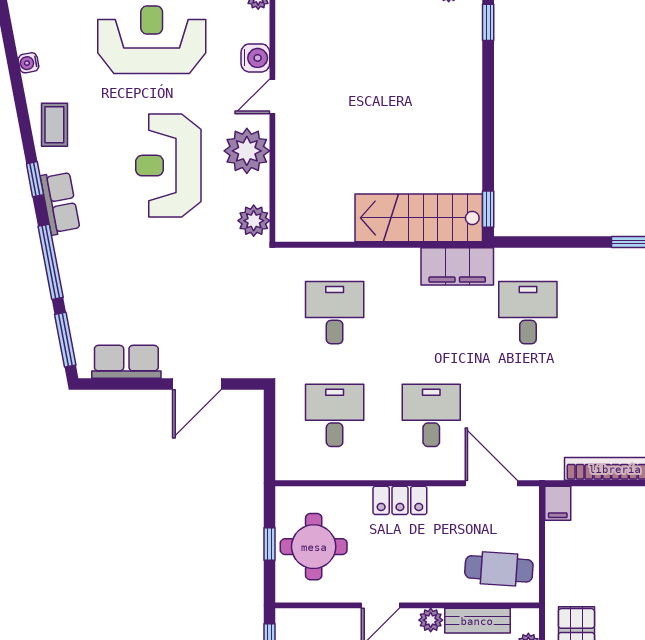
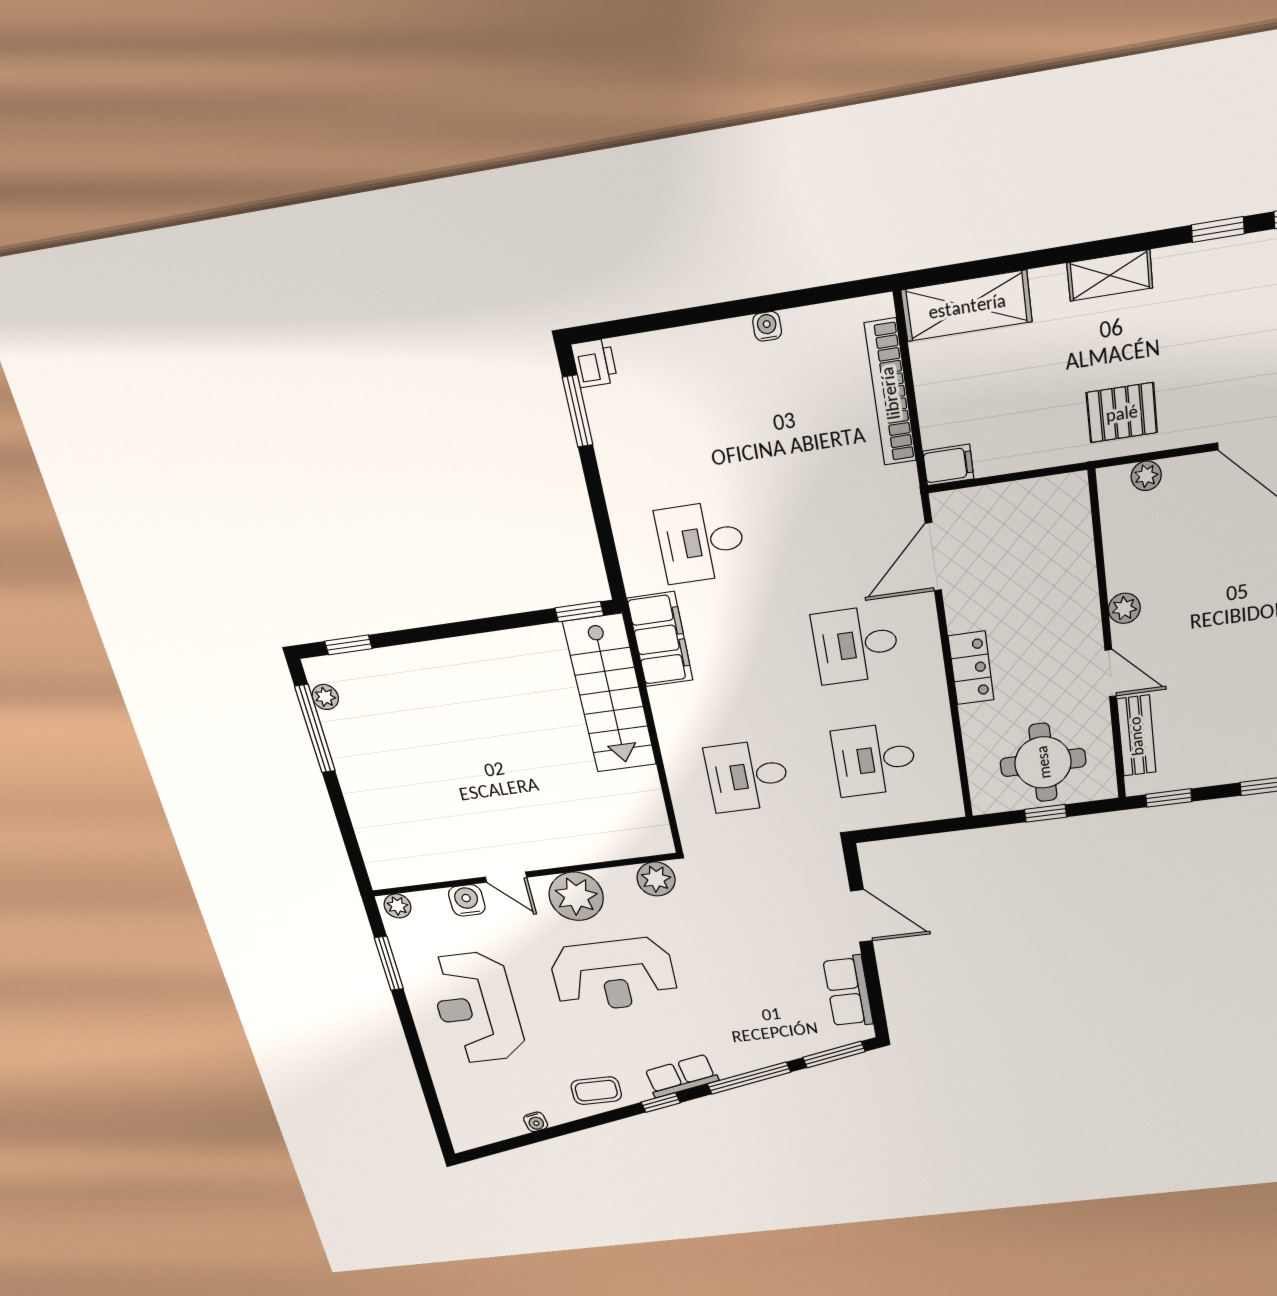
cafe table: (499, 569) -> (1047, 530), removed
bench: (477, 621) -> (1136, 736), moved

